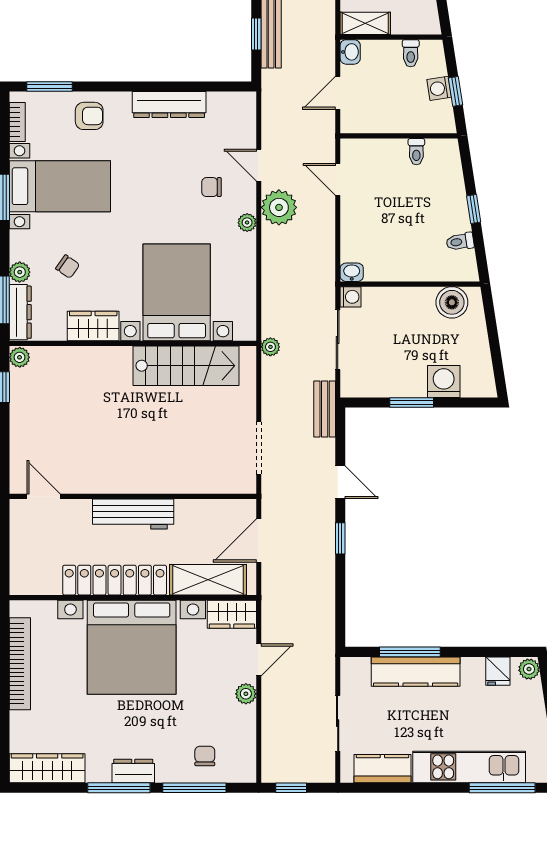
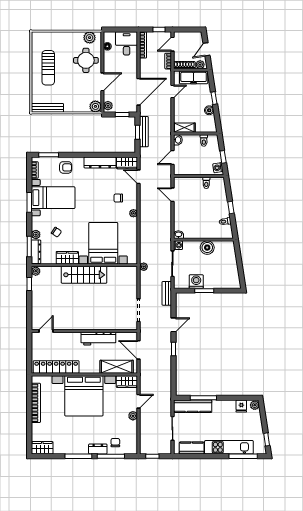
washing machine: (439, 88) -> (218, 168), moved
wardrobe: (232, 105) -> (127, 163), added
door: (259, 165) -> (139, 177), moved
plant: (279, 207) -> (147, 207), removed
boiler: (452, 302) -> (207, 248), moved
stairs: (186, 366) -> (84, 275), moved
washing machine: (444, 381) -> (196, 282), moved
door: (340, 482) -> (174, 325), hinge flipped
door: (44, 496) -> (46, 331), hinge flipped
workbench: (133, 514) -> (98, 339), moved
door: (259, 540) -> (139, 350), hinge flipped
locker: (115, 580) -> (56, 367), moved
kitchen counter: (416, 672) -> (193, 406), moved
wardrobe: (47, 768) -> (42, 448), width x0.67
dresser: (133, 771) -> (98, 449), moved

